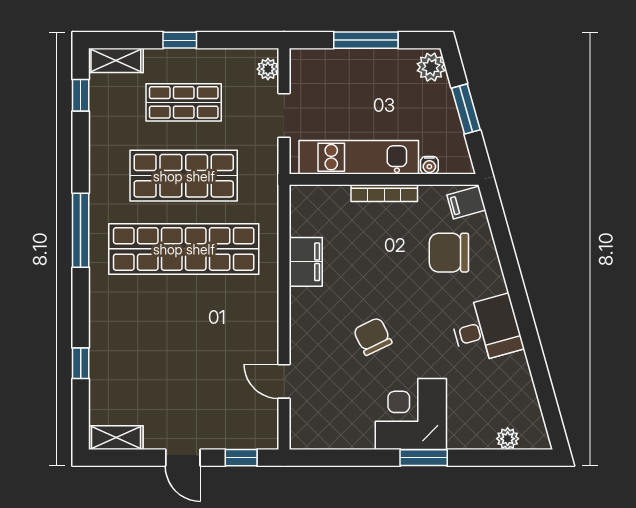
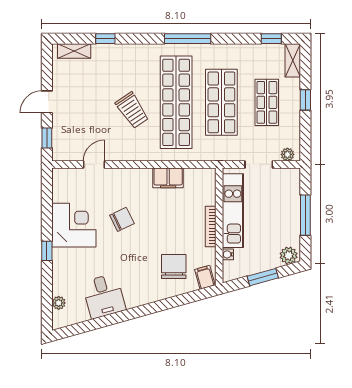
trolley: (197, 320) -> (132, 110), added
desk: (486, 329) -> (104, 296), moved
corner desk: (411, 414) -> (74, 225), moved
shelving: (116, 438) -> (74, 51), moved, turned 90
window: (424, 458) -> (47, 251), width x0.67

